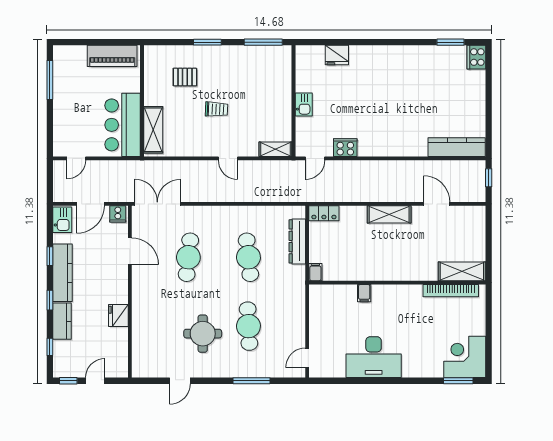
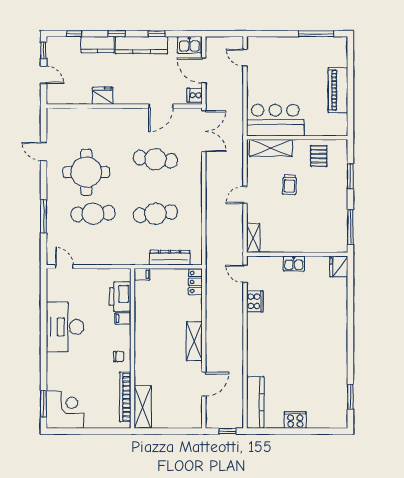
fridge: (337, 55) -> (339, 266), moved
cooker: (476, 57) -> (295, 420), moved
wall: (142, 101) -> (297, 138), moved
bar counter: (123, 125) -> (275, 120), moved
shelving: (153, 130) -> (271, 148), moved
printer: (340, 296) -> (120, 297), added
chair: (406, 298) -> (119, 357), added
round table: (203, 334) -> (86, 172), width x1.36, depth x1.36

